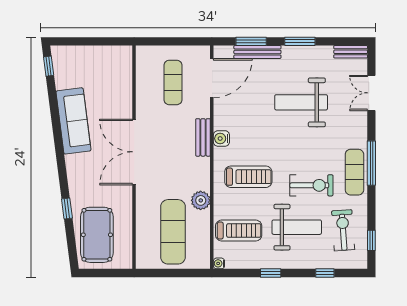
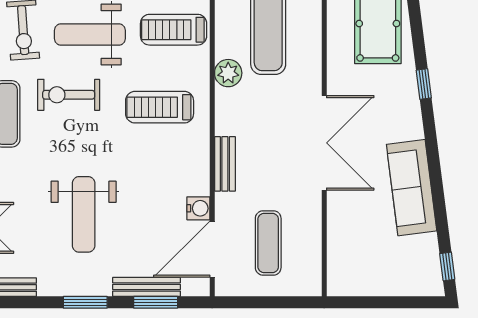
weight bench: (301, 102) -> (84, 214), turned 90
water cooler: (221, 138) -> (198, 208), moved
window: (67, 209) -> (424, 84), moved

